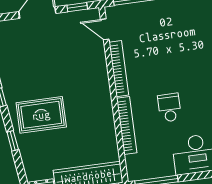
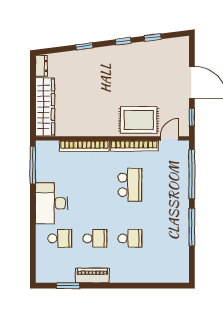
school desk: (169, 108) -> (130, 185), moved, width x1.85
rug: (41, 115) -> (139, 120), moved, turned 90

